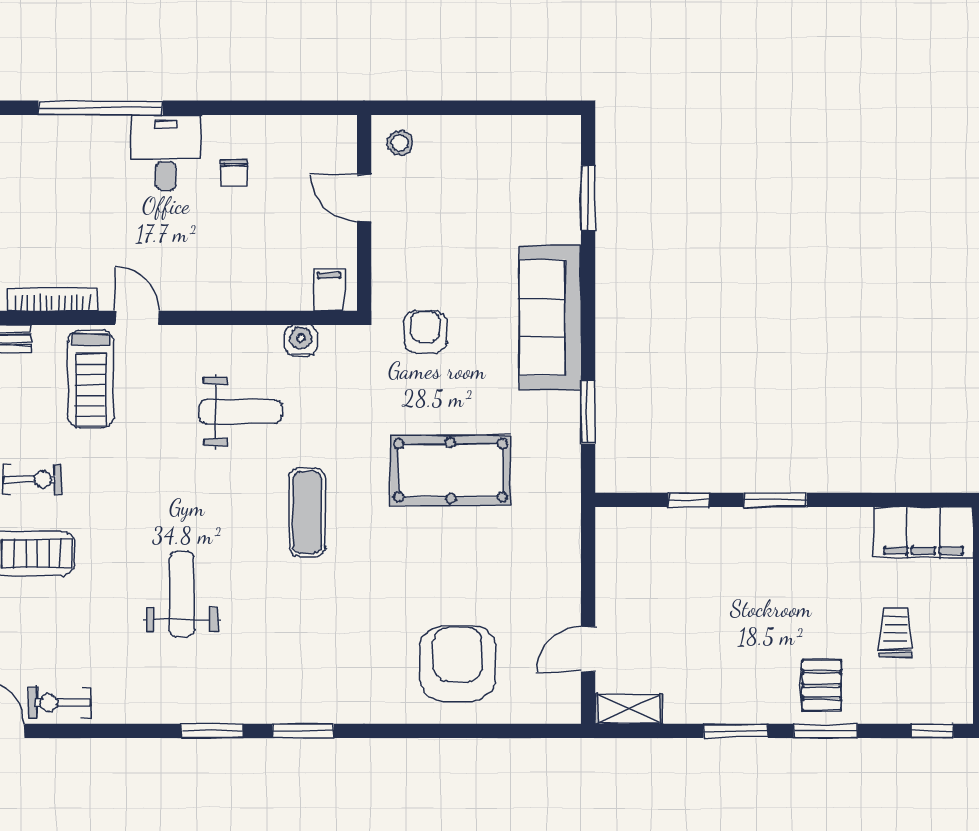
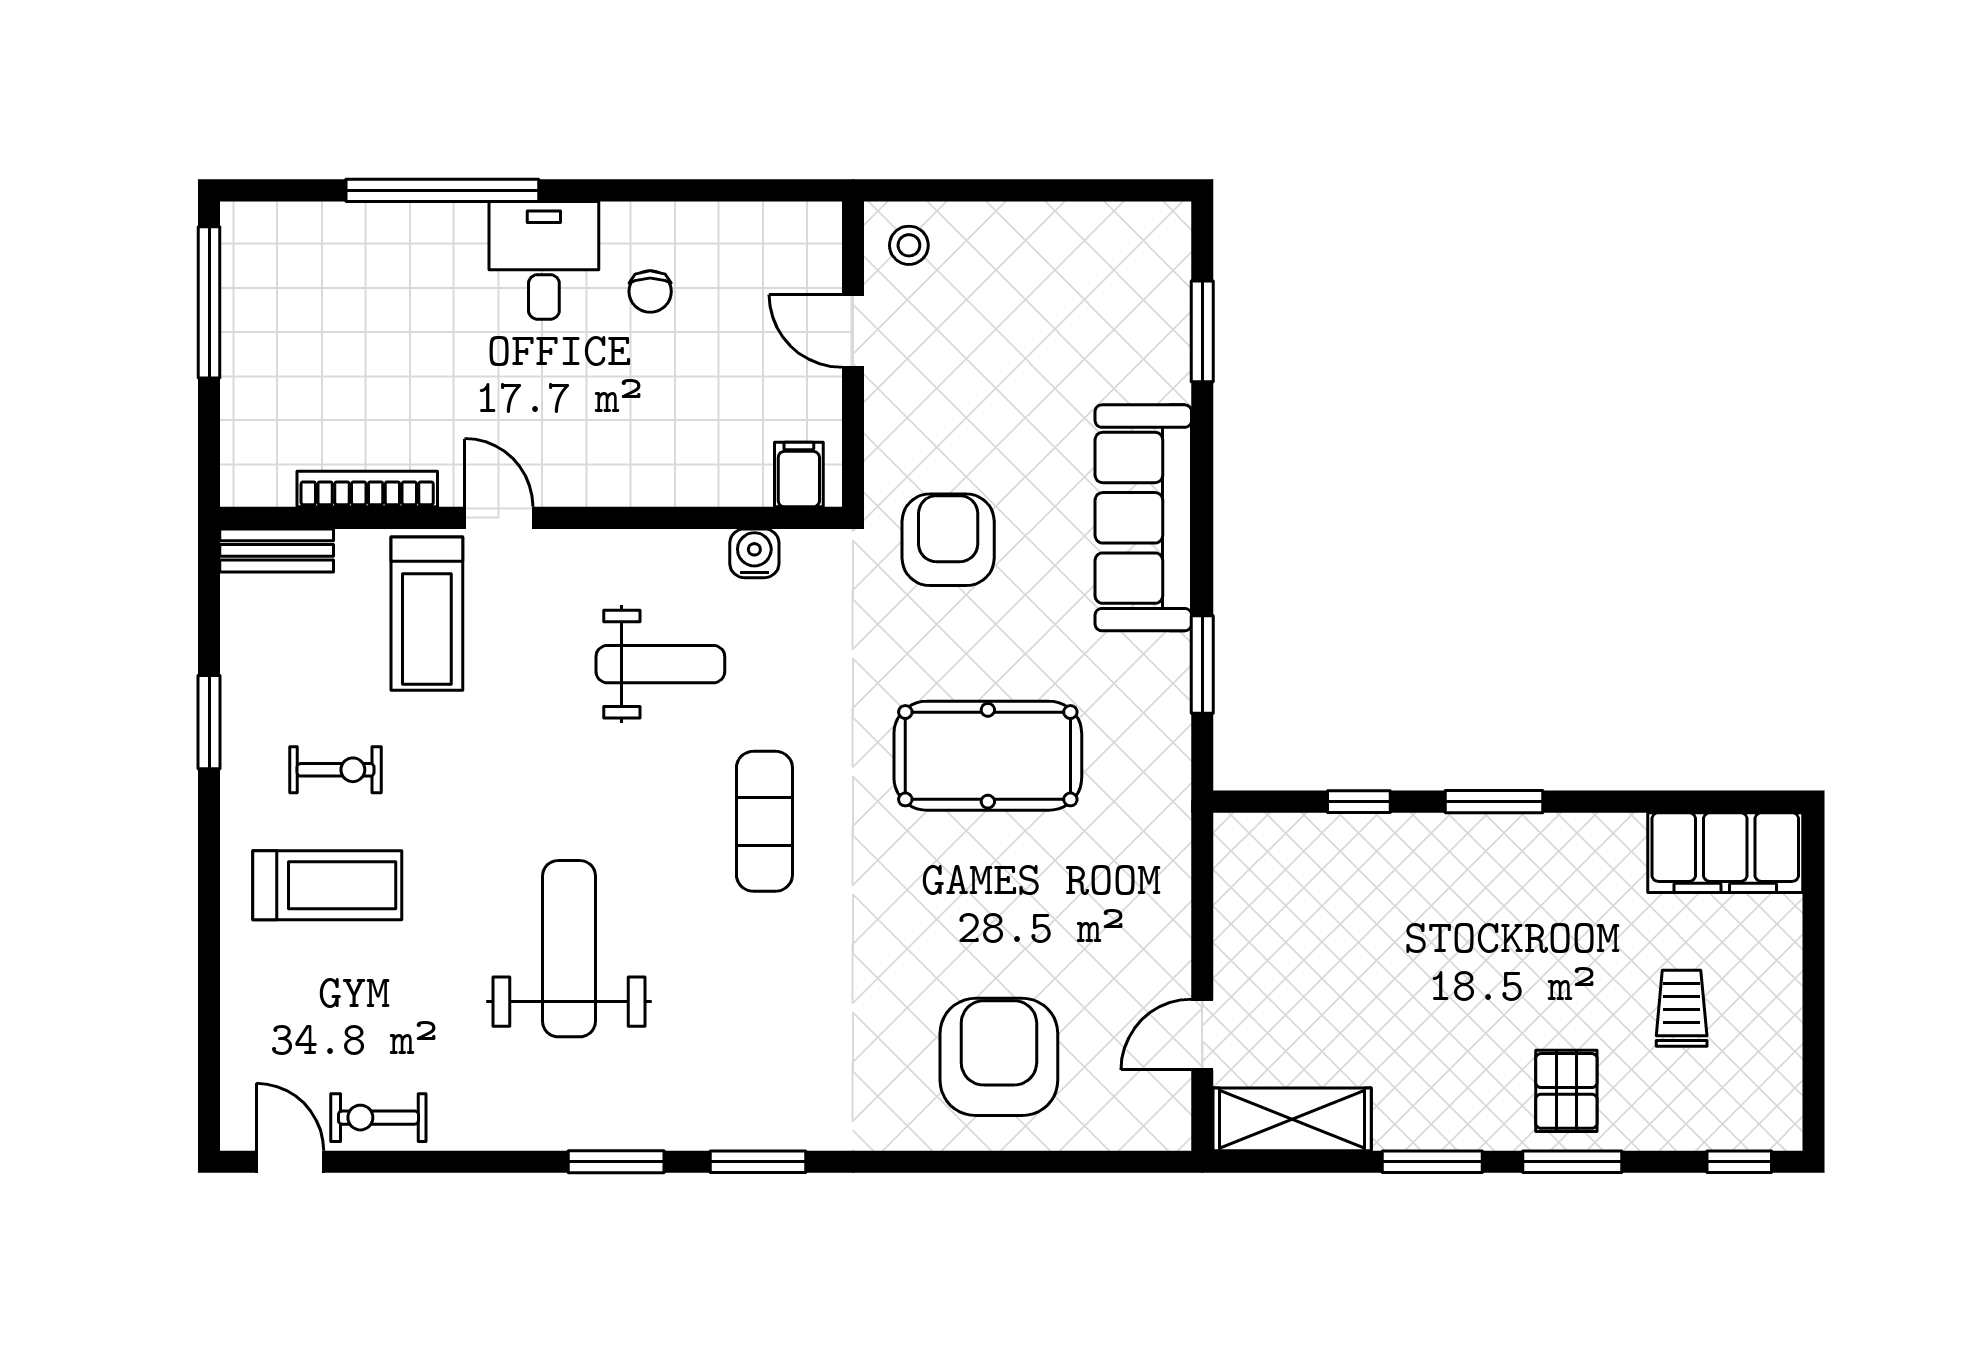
armchair: (425, 332) -> (948, 540), width x1.38, depth x1.38
weight bench: (182, 594) -> (569, 949), width x1.36, depth x1.33
shelving: (629, 709) -> (1292, 1119), width x1.50, depth x1.33

